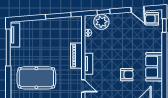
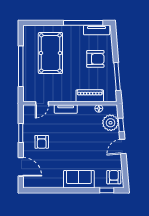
door: (138, 9) -> (123, 147), moved
armchair: (42, 36) -> (95, 59), added
piano: (76, 56) -> (90, 96), moved
sofa: (154, 67) -> (79, 179), moved
armchair: (127, 75) -> (42, 142), moved

